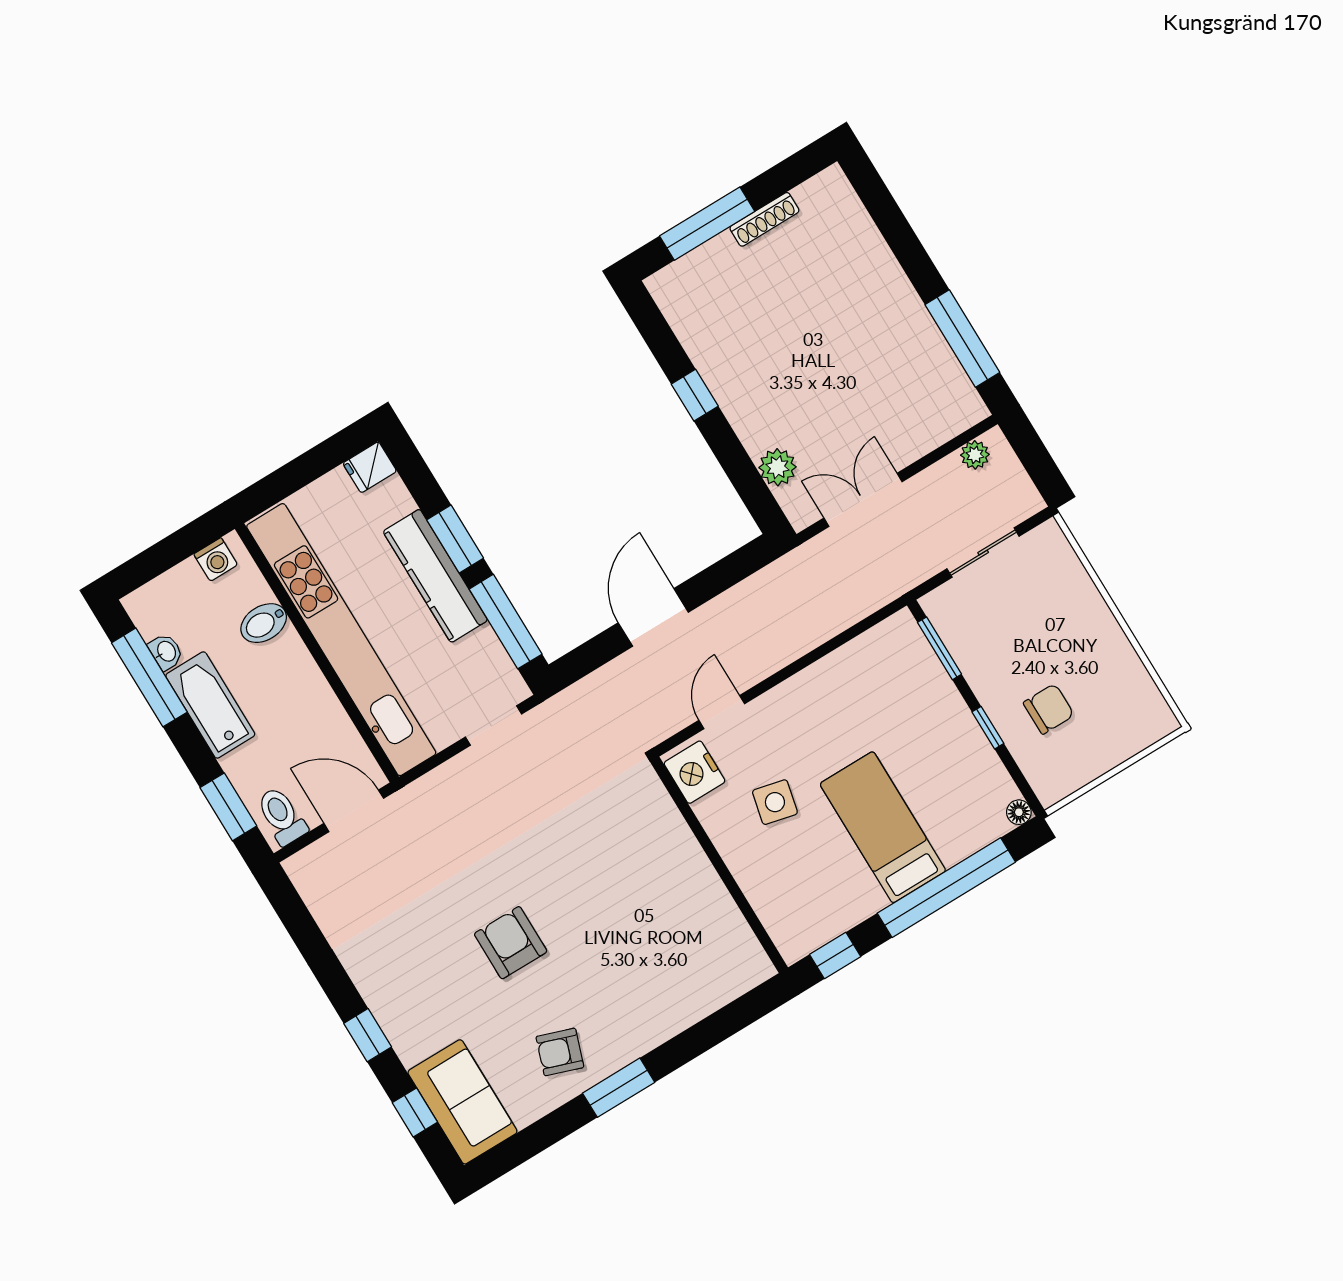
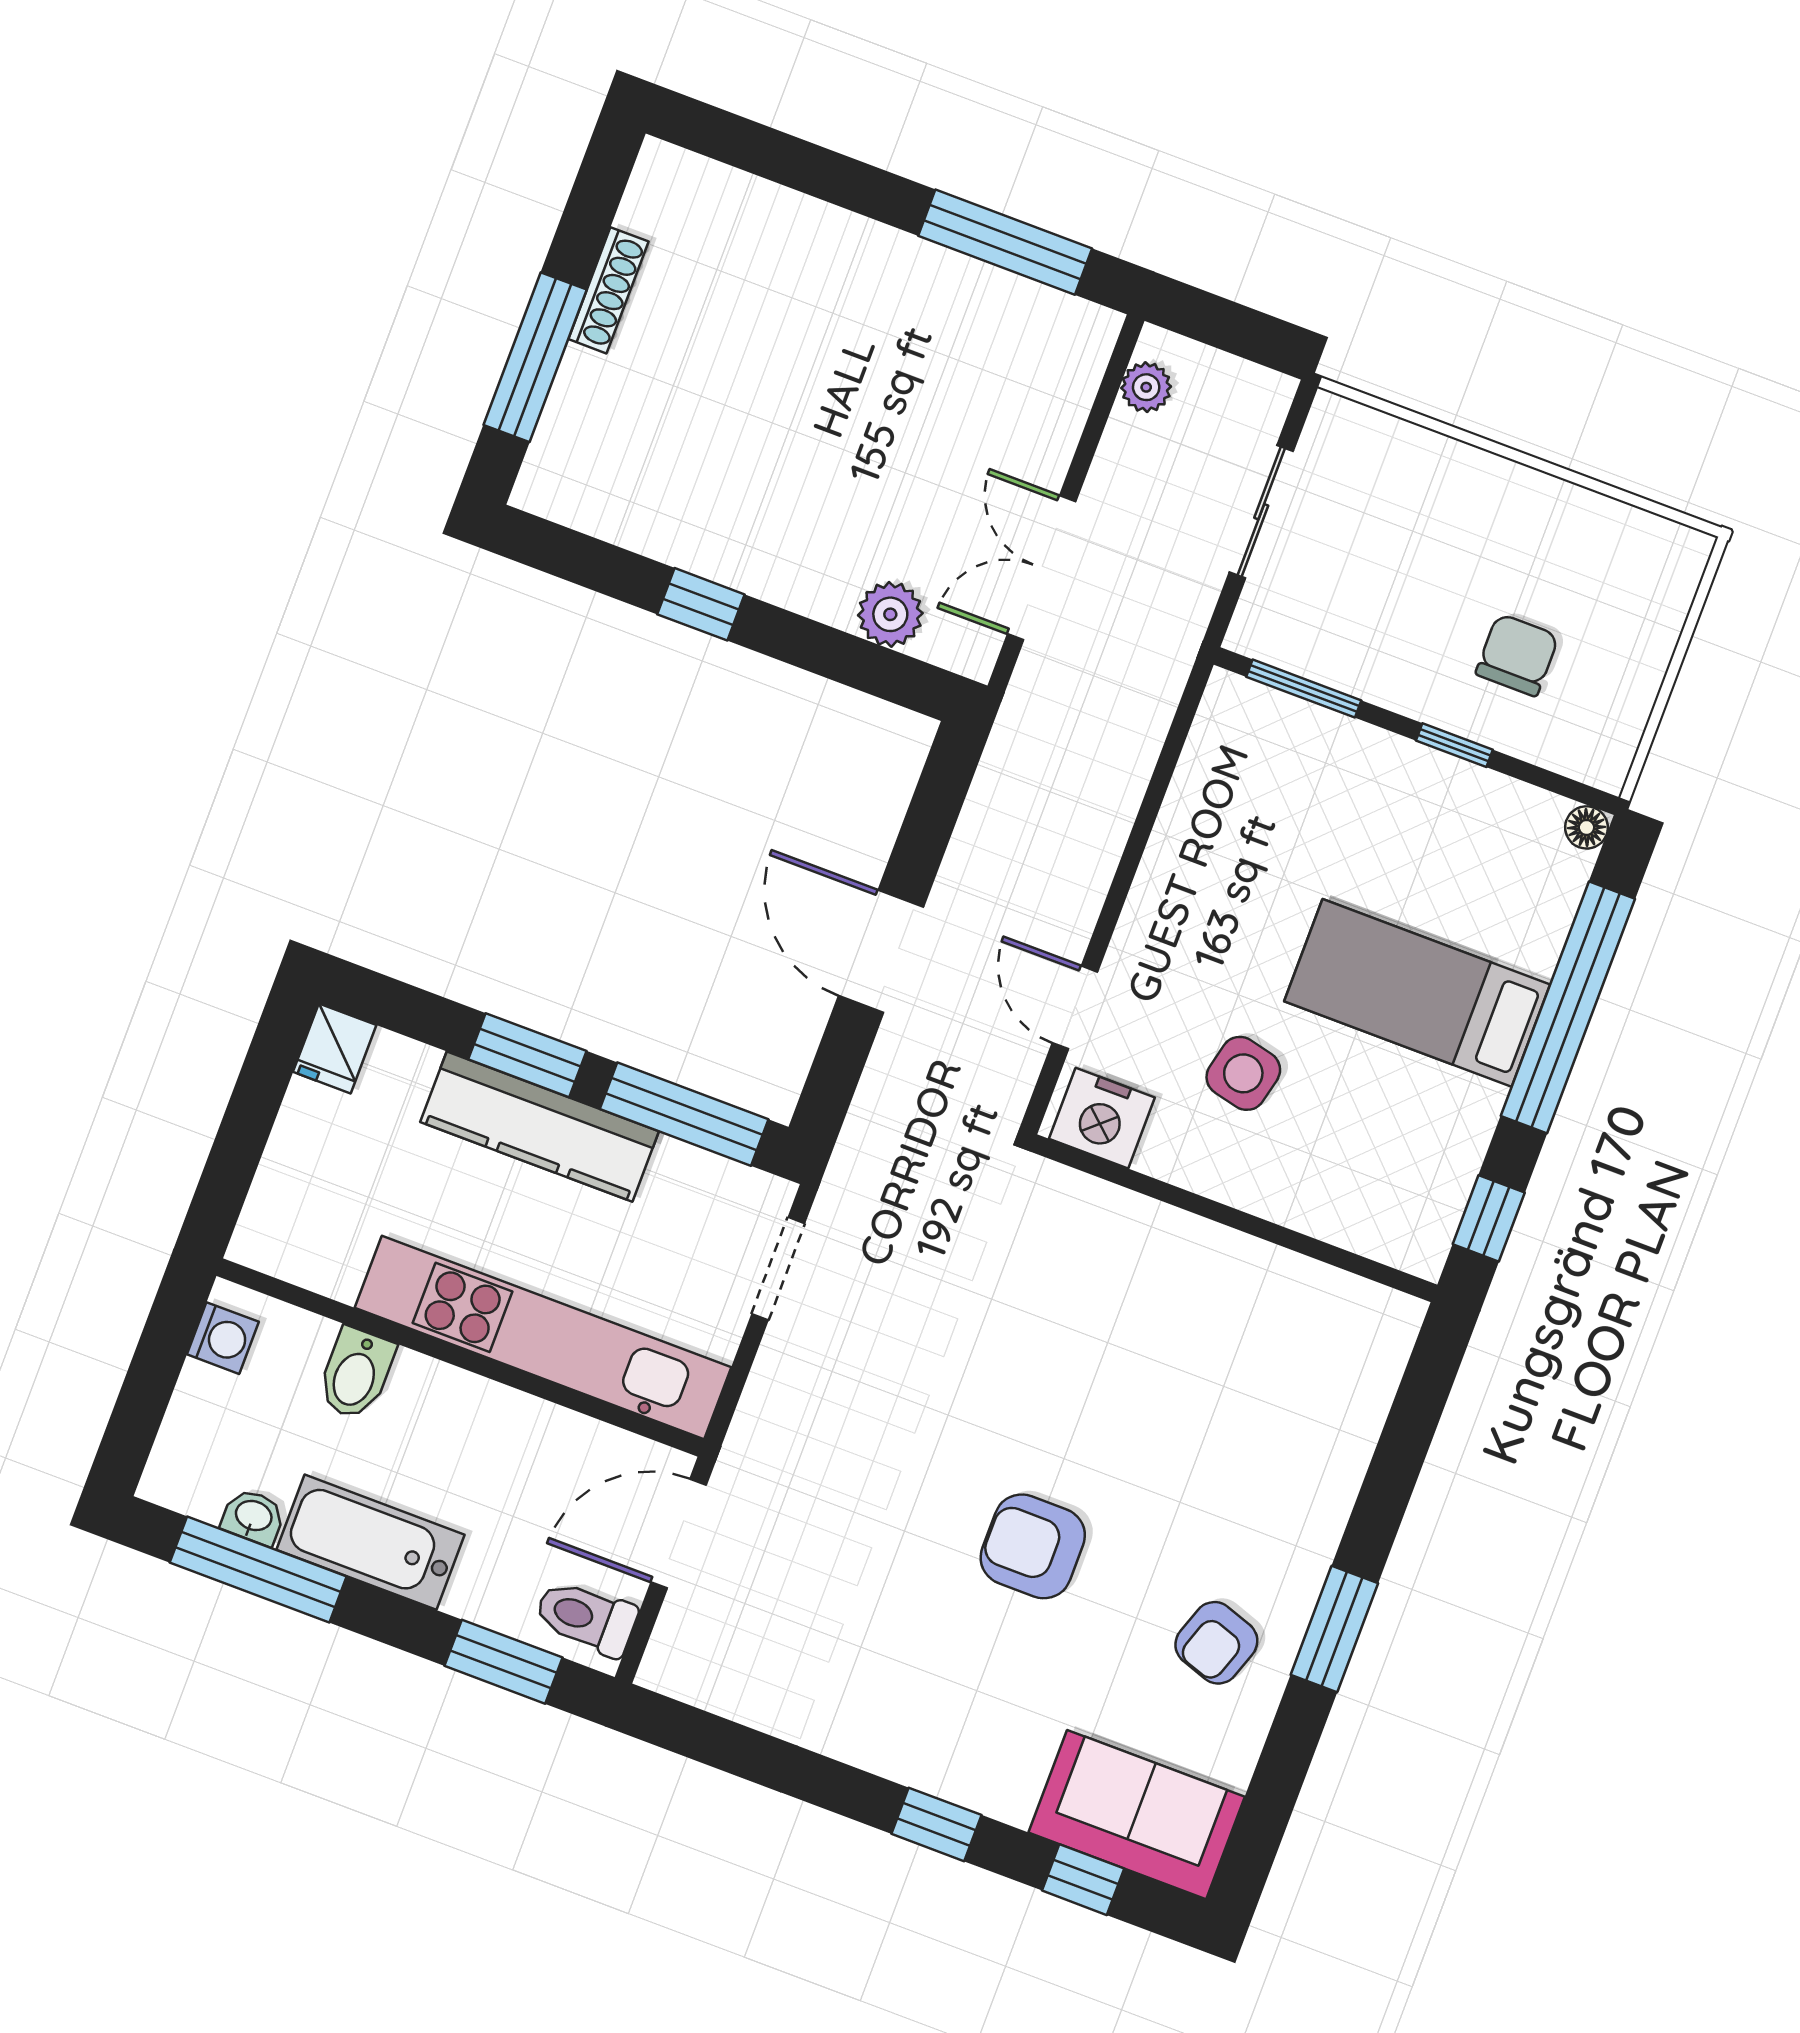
kitchen unit: (341, 640) -> (543, 1338), width x0.73

